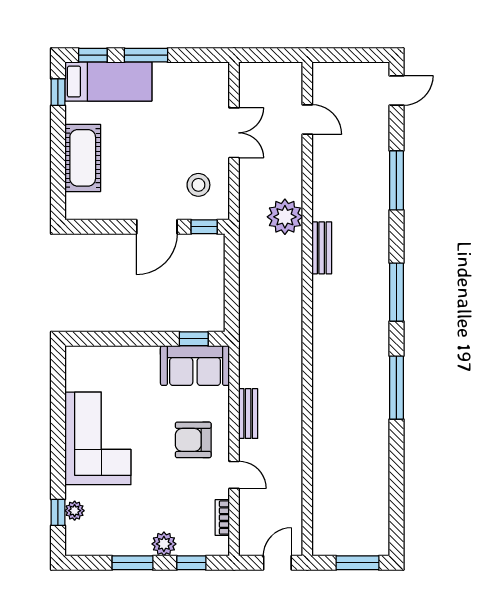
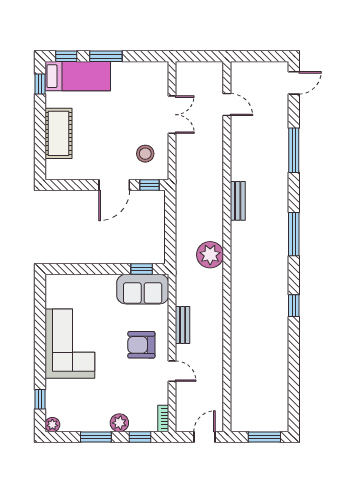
plant: (285, 217) -> (210, 255), moved
window: (396, 388) -> (294, 306), width x0.46
plant: (75, 511) -> (52, 425), moved
bookcase: (222, 518) -> (163, 418), moved

